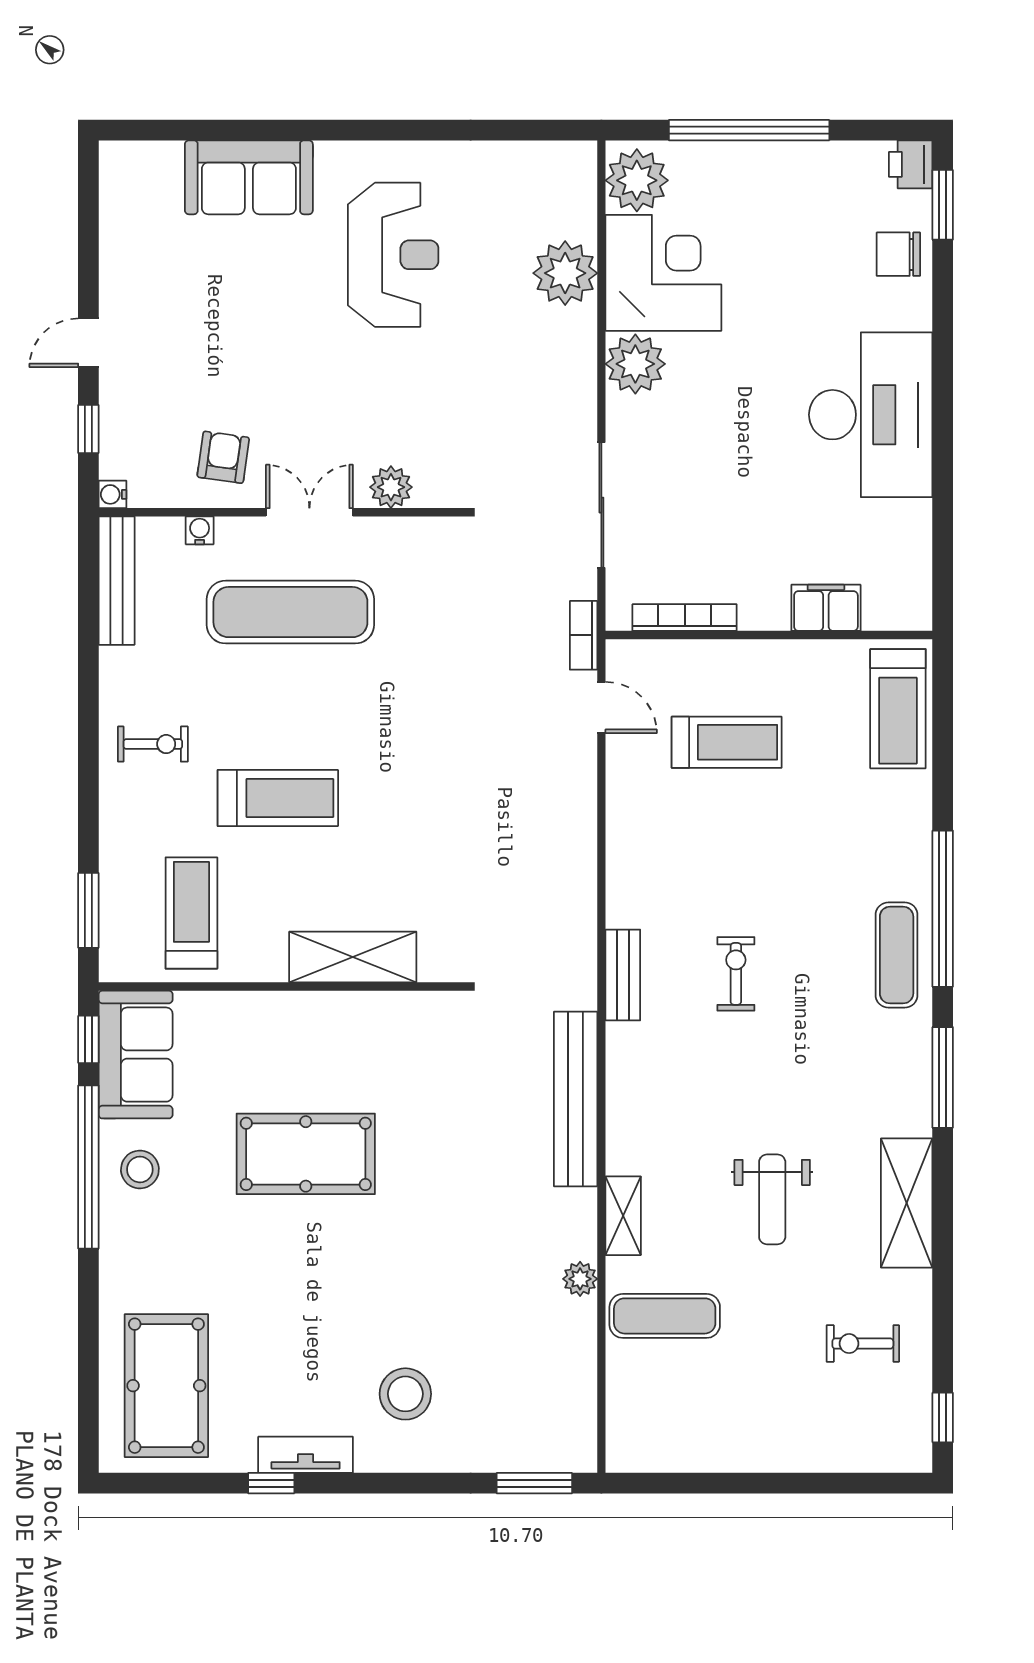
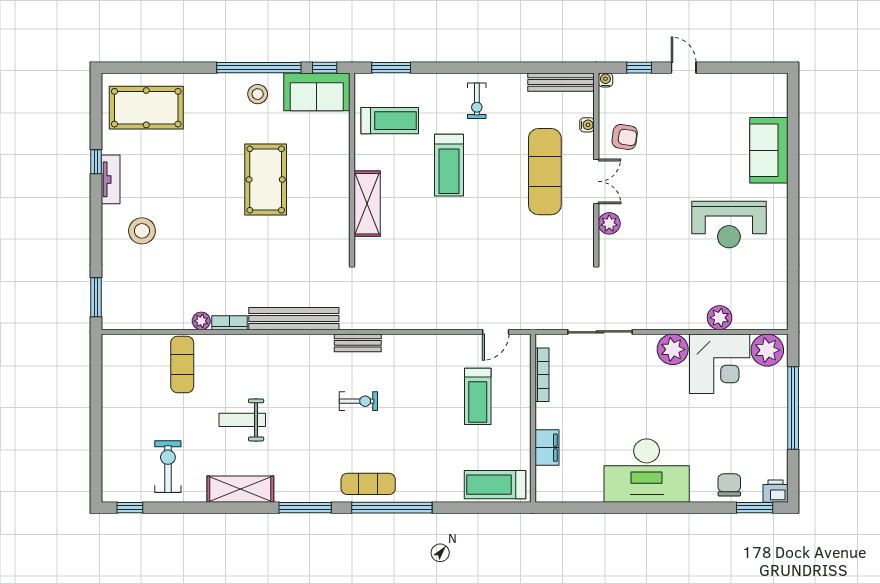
plant: (565, 273) -> (720, 318), width x0.73, depth x0.73
bookcase: (584, 635) -> (230, 323), moved
shelving: (623, 1216) -> (234, 343), removed
exercise bike: (863, 1344) -> (168, 467), width x1.38, depth x1.39

